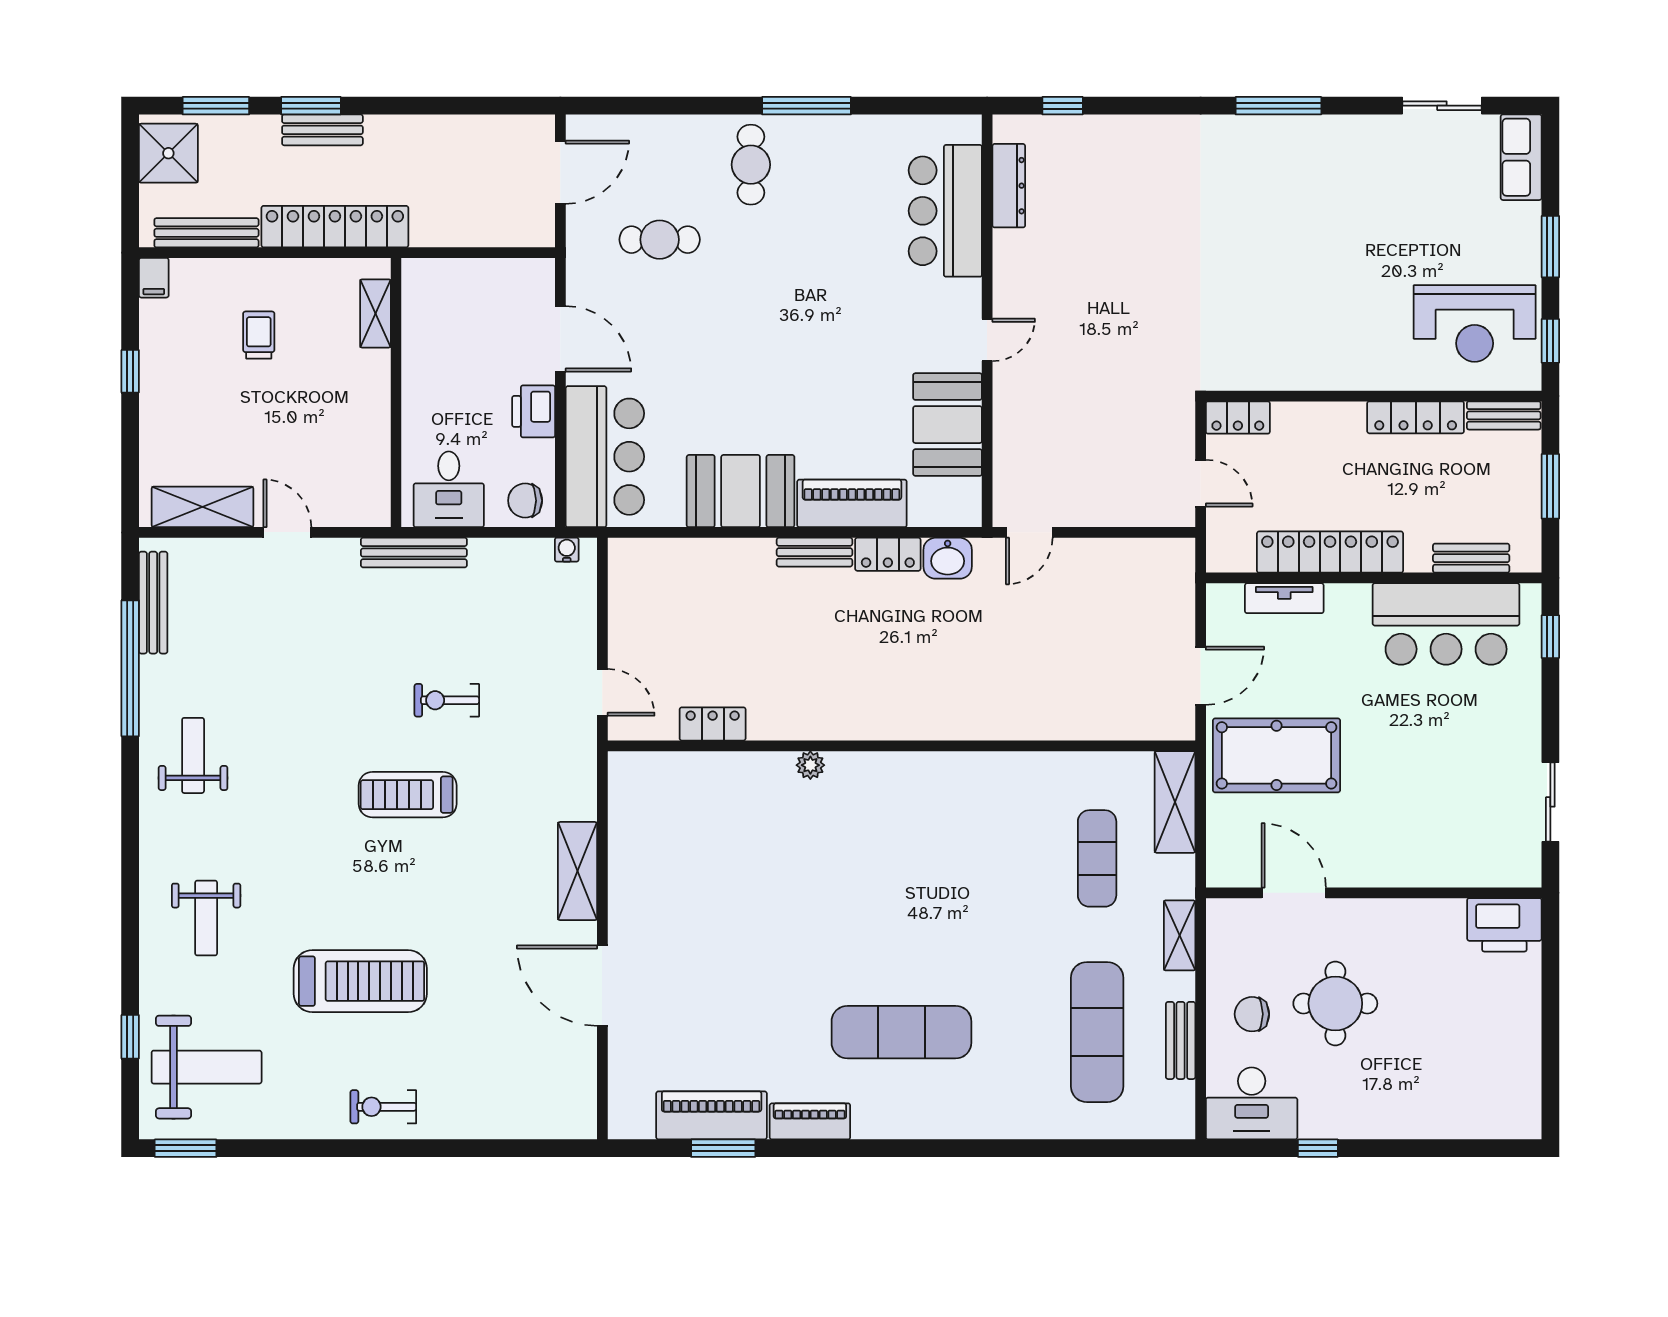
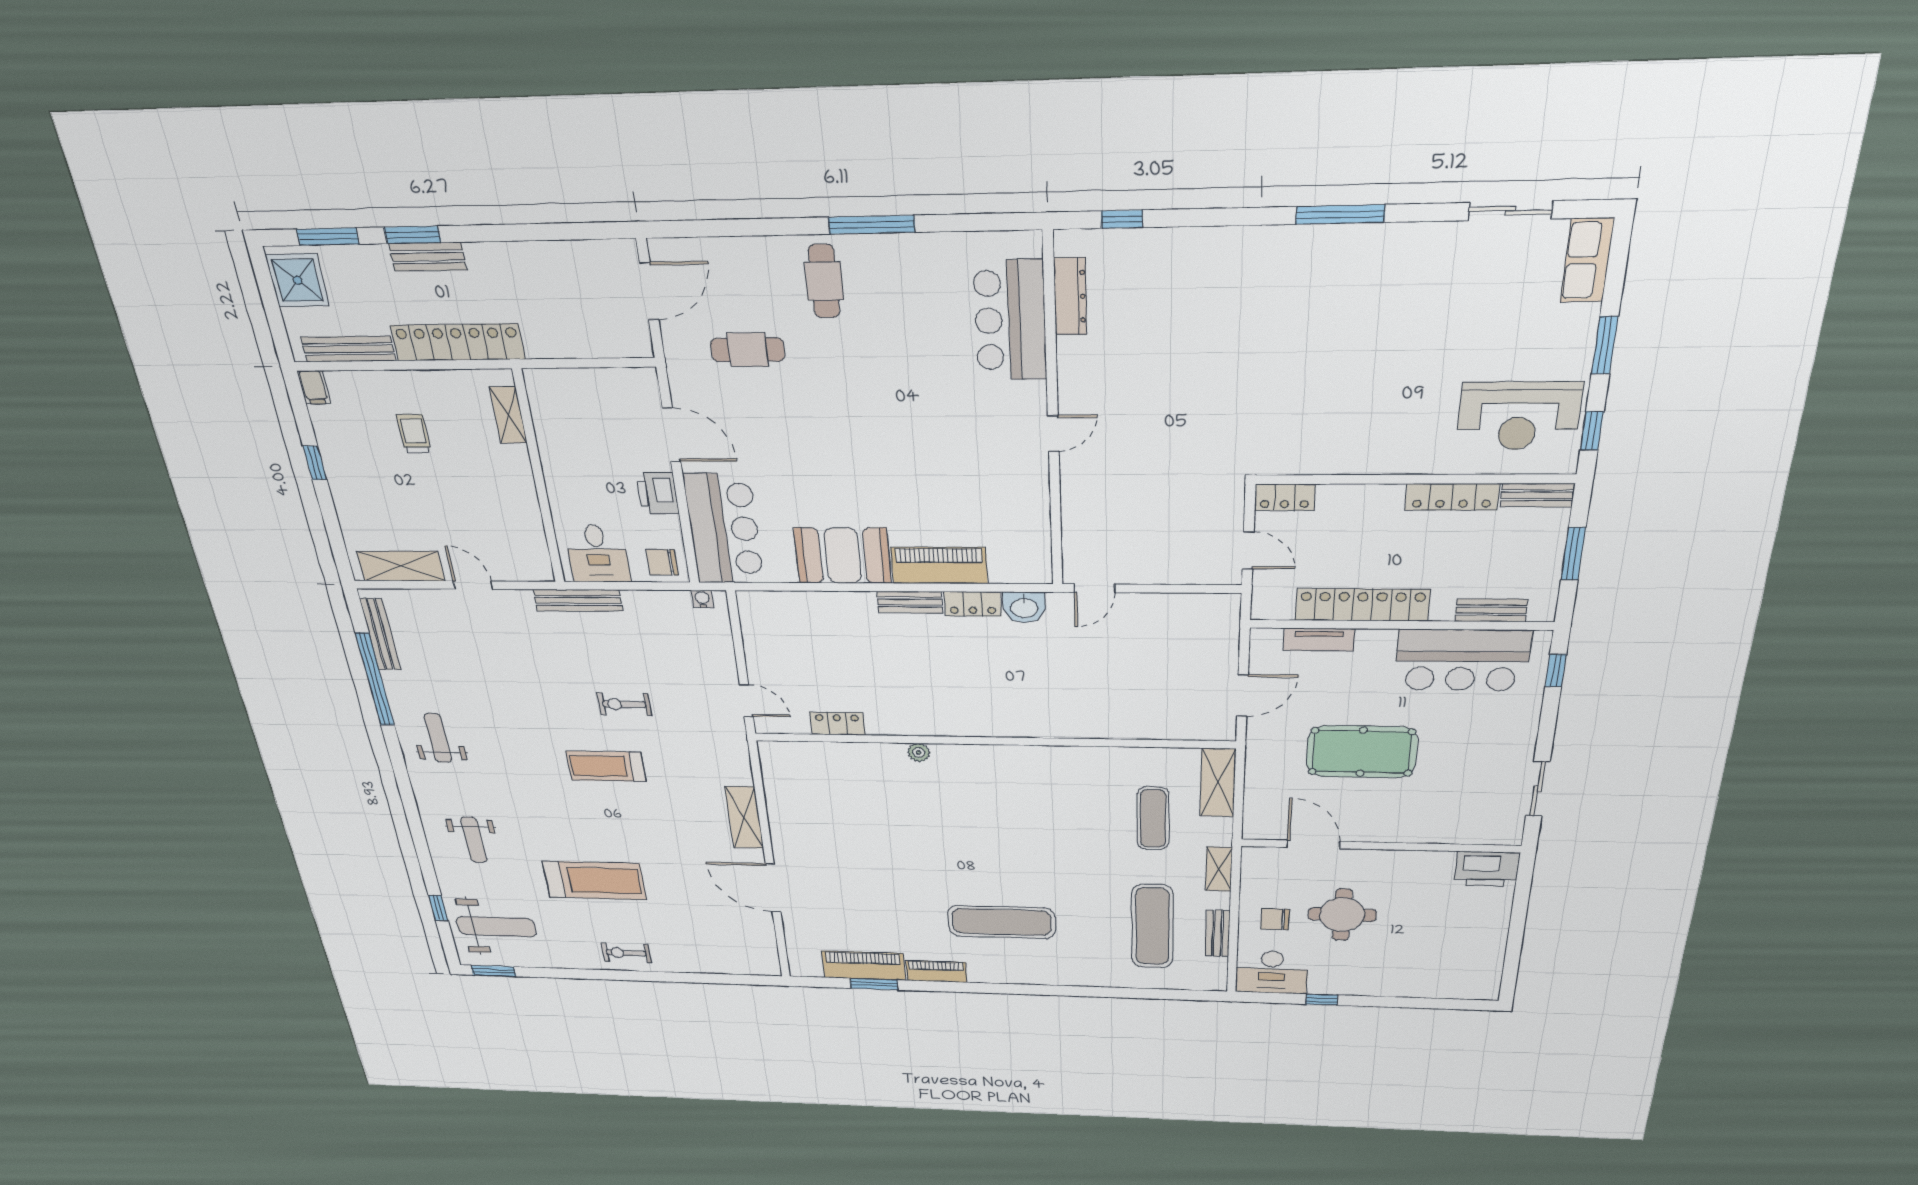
booth: (948, 425) -> (1020, 503), removed
pool table: (1277, 755) -> (1362, 752), moved

